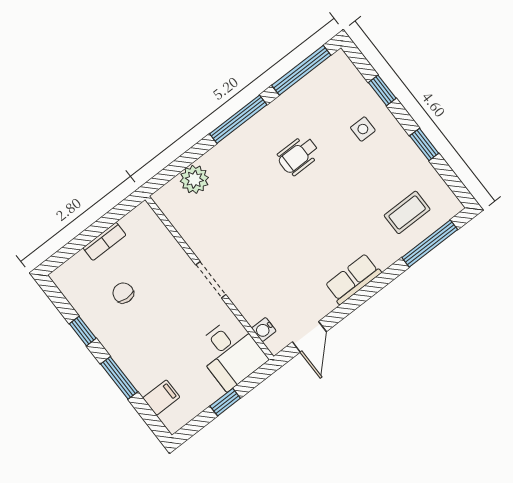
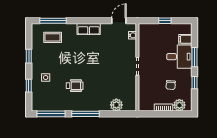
plant: (79, 269) -> (179, 105), added
desk: (231, 353) -> (179, 57), moved, turned 90

